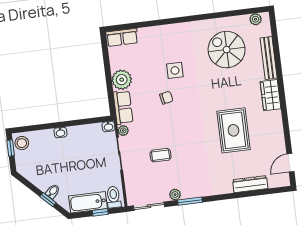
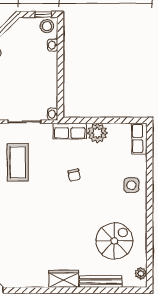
side table: (175, 70) -> (131, 185), moved
plant: (123, 130) -> (47, 128), removed
rug: (233, 130) -> (33, 238), removed
washbasin: (60, 132) -> (53, 45), moved
coffee table: (161, 155) -> (18, 162), width x1.86, depth x1.72

